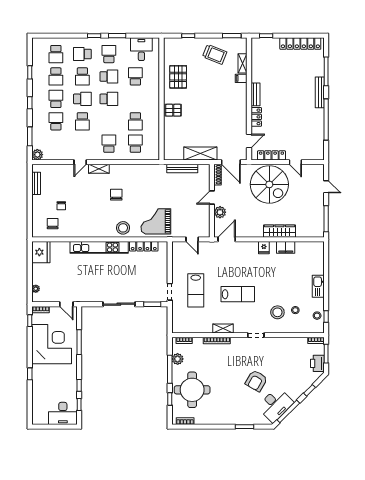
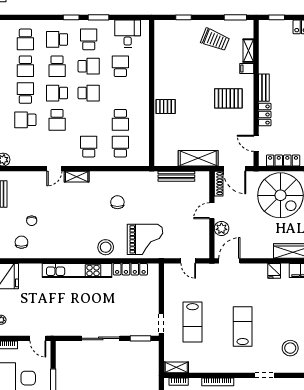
pallet: (178, 77) -> (228, 98), moved, turned 90
school desk: (82, 99) -> (57, 93), turned 180
school desk: (56, 121) -> (25, 120), turned -90
door: (249, 141) -> (256, 143), swing flipped
chair: (116, 195) -> (117, 202), moved
grand piano: (156, 221) -> (145, 239), turned 180
lab bench: (238, 294) -> (243, 327), turned -90
shelving: (223, 328) -> (176, 367), moved

